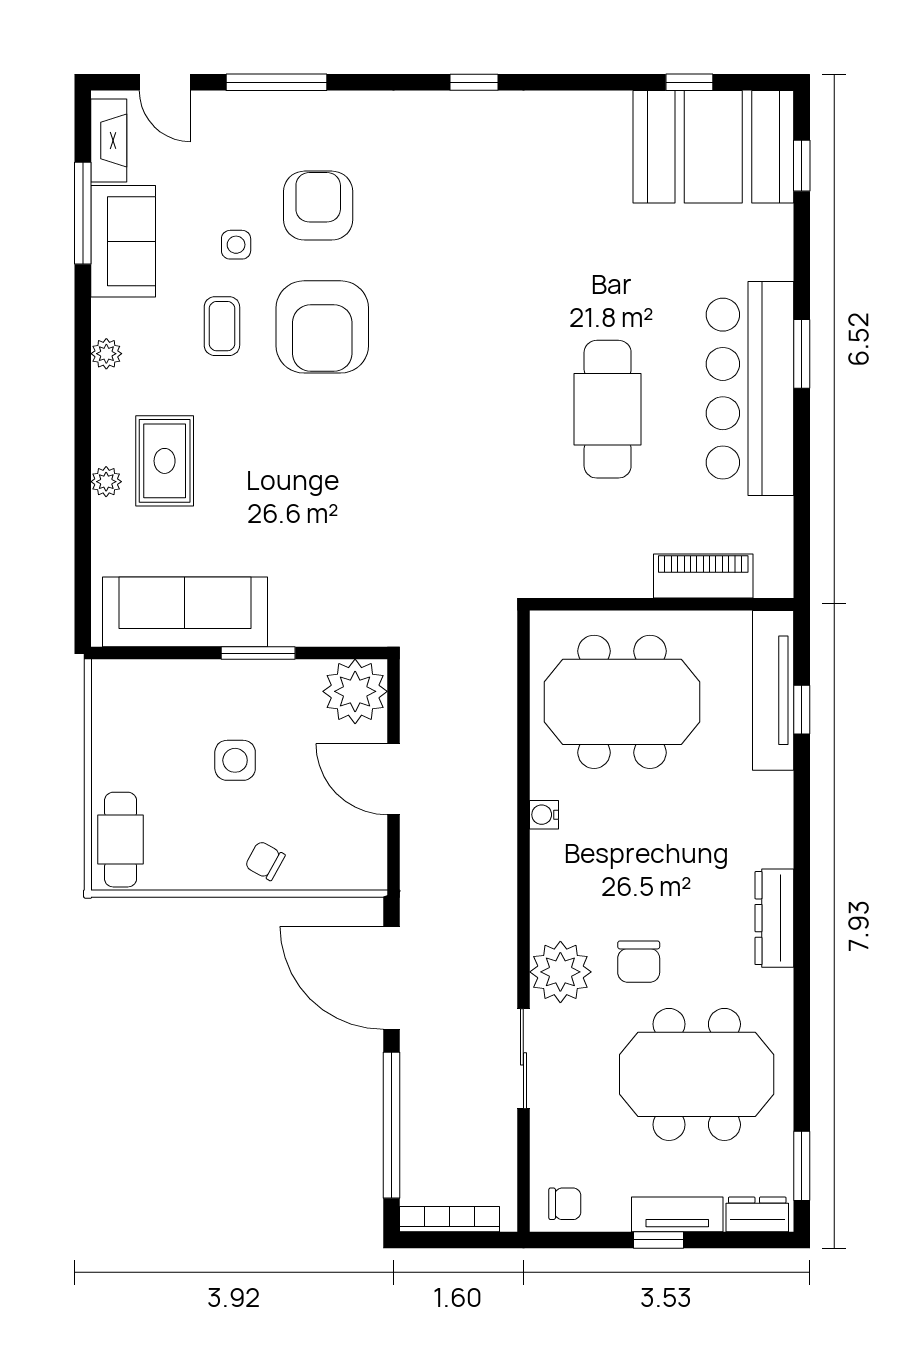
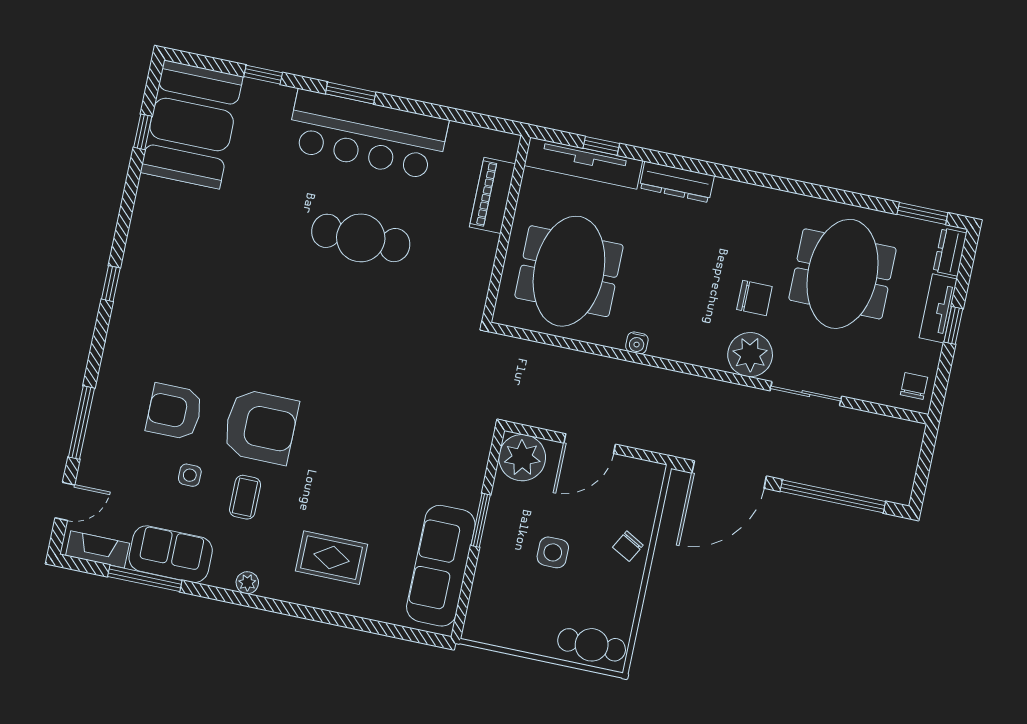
window: (802, 166) -> (263, 75), moved
coffee table: (222, 326) -> (245, 497), turned 90
plant: (106, 482) -> (337, 602), removed
dresser: (774, 918) -> (677, 182), moved
bookcase: (449, 1219) -> (908, 469), removed

